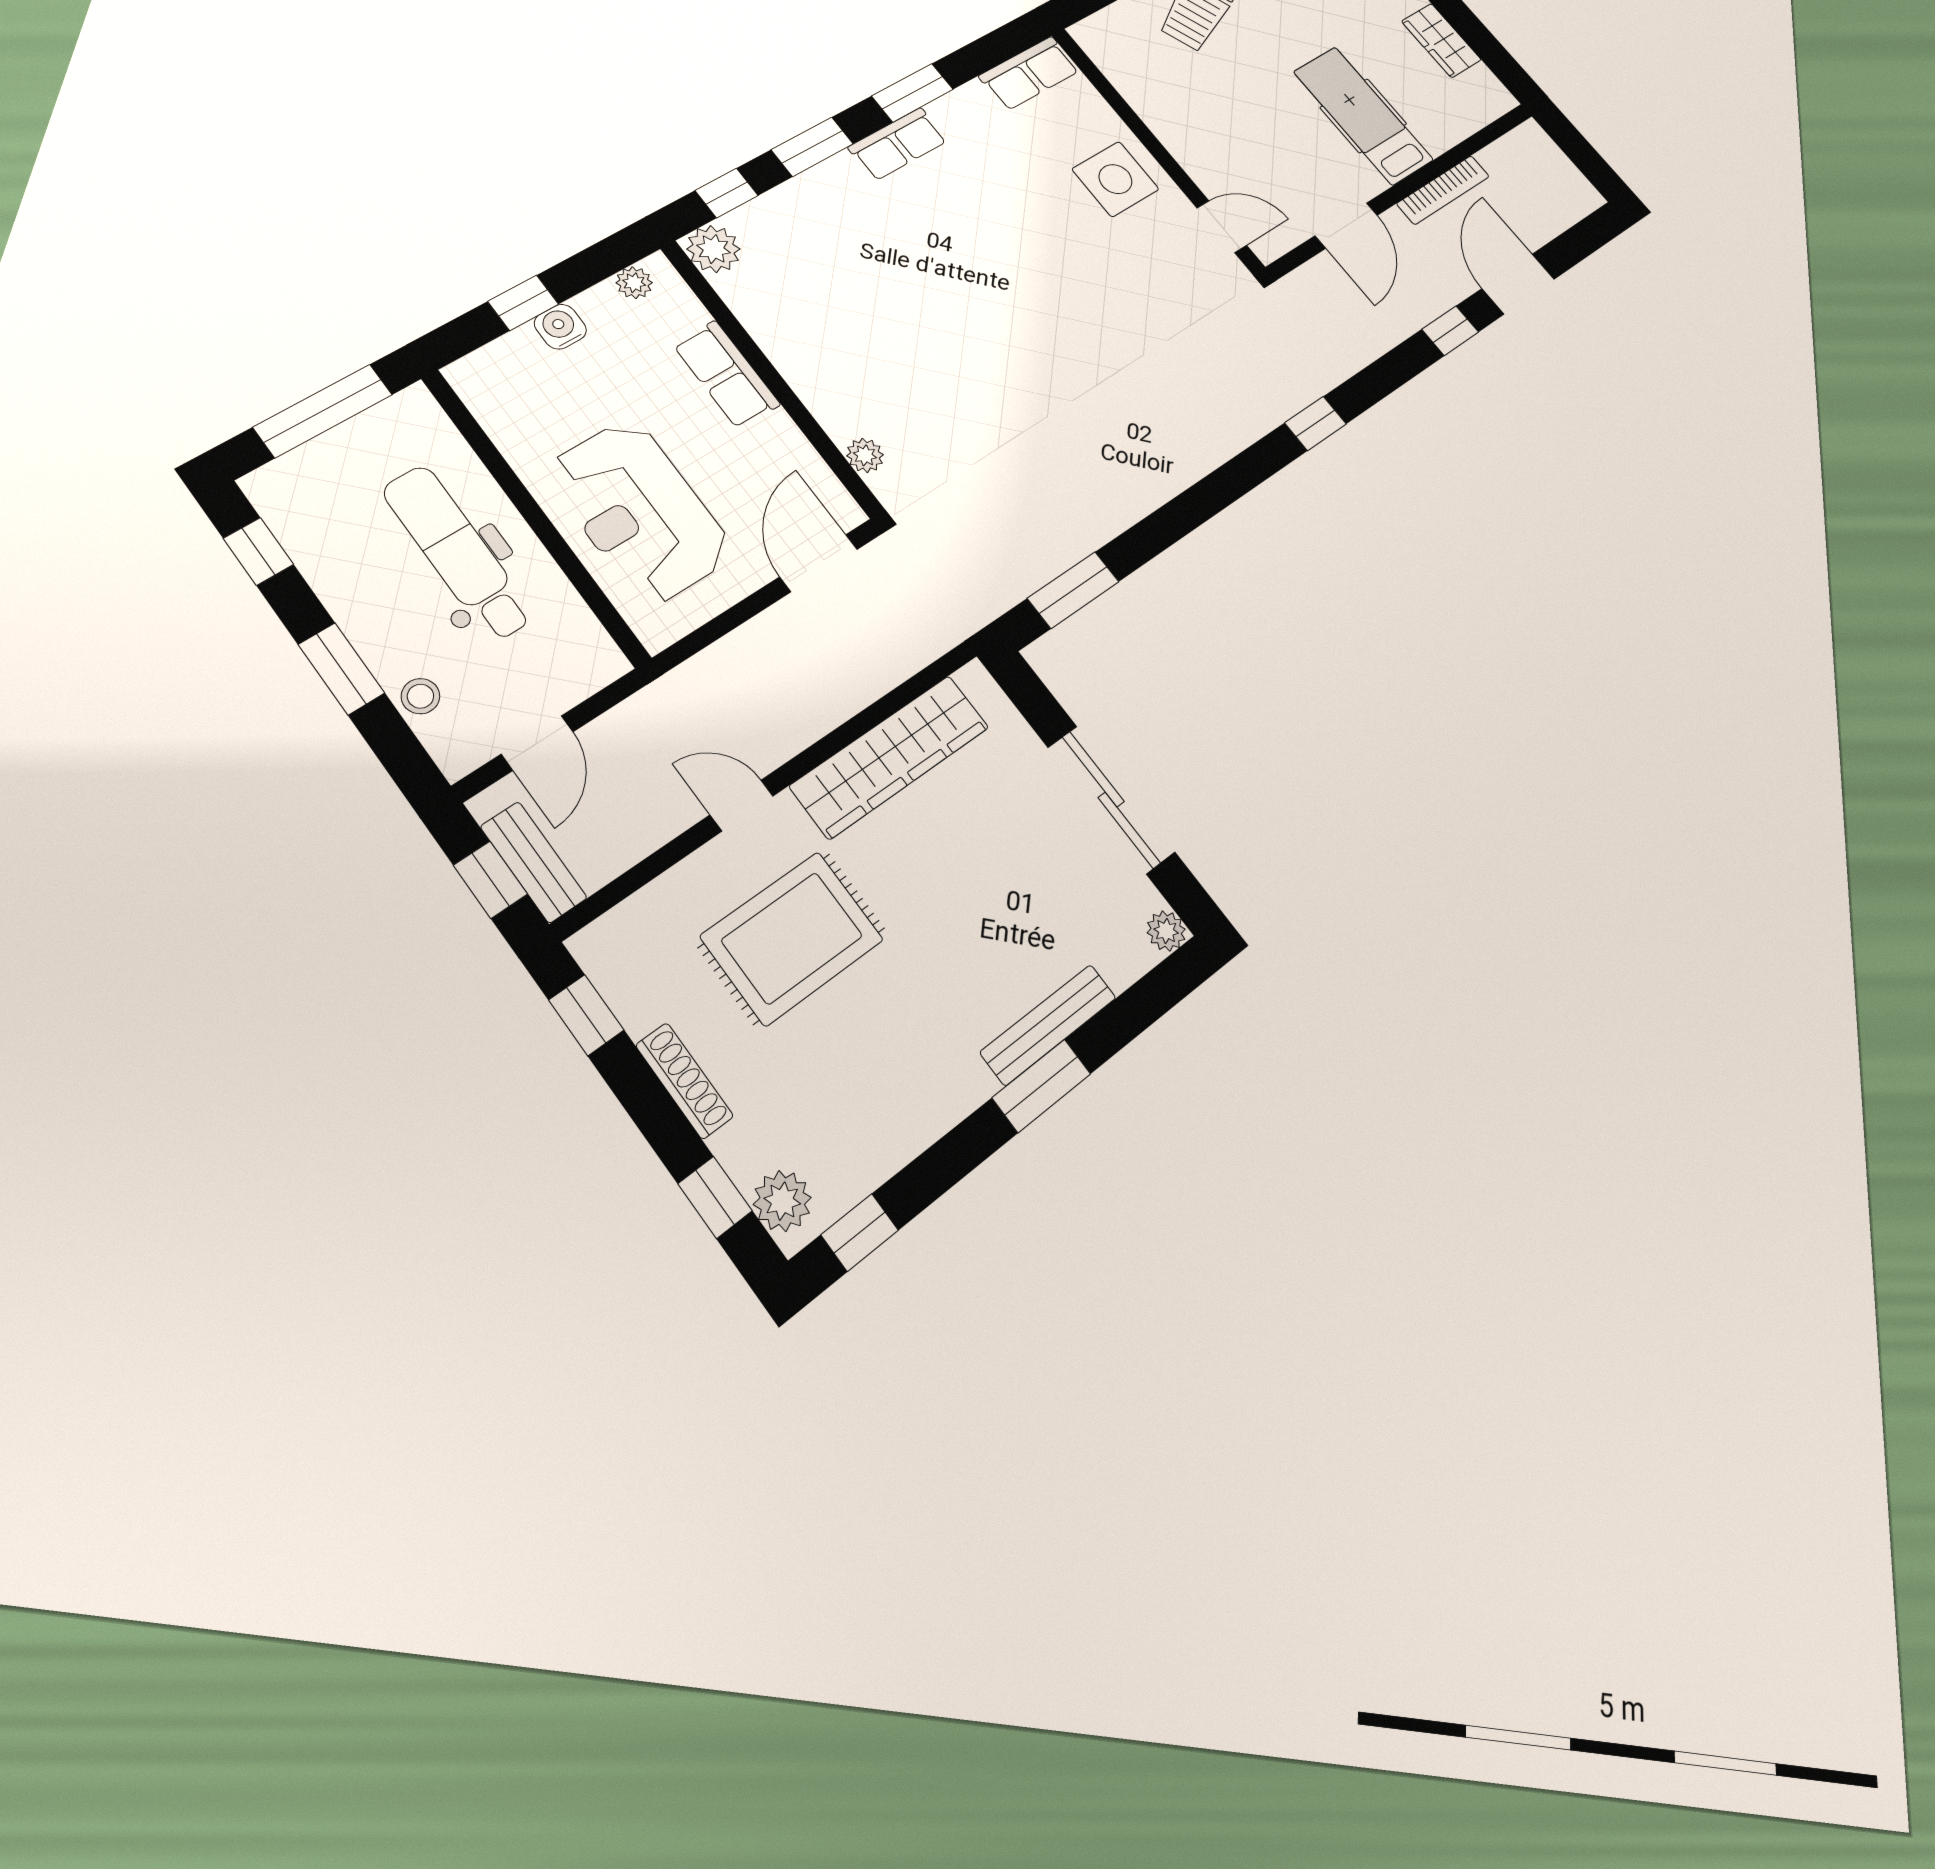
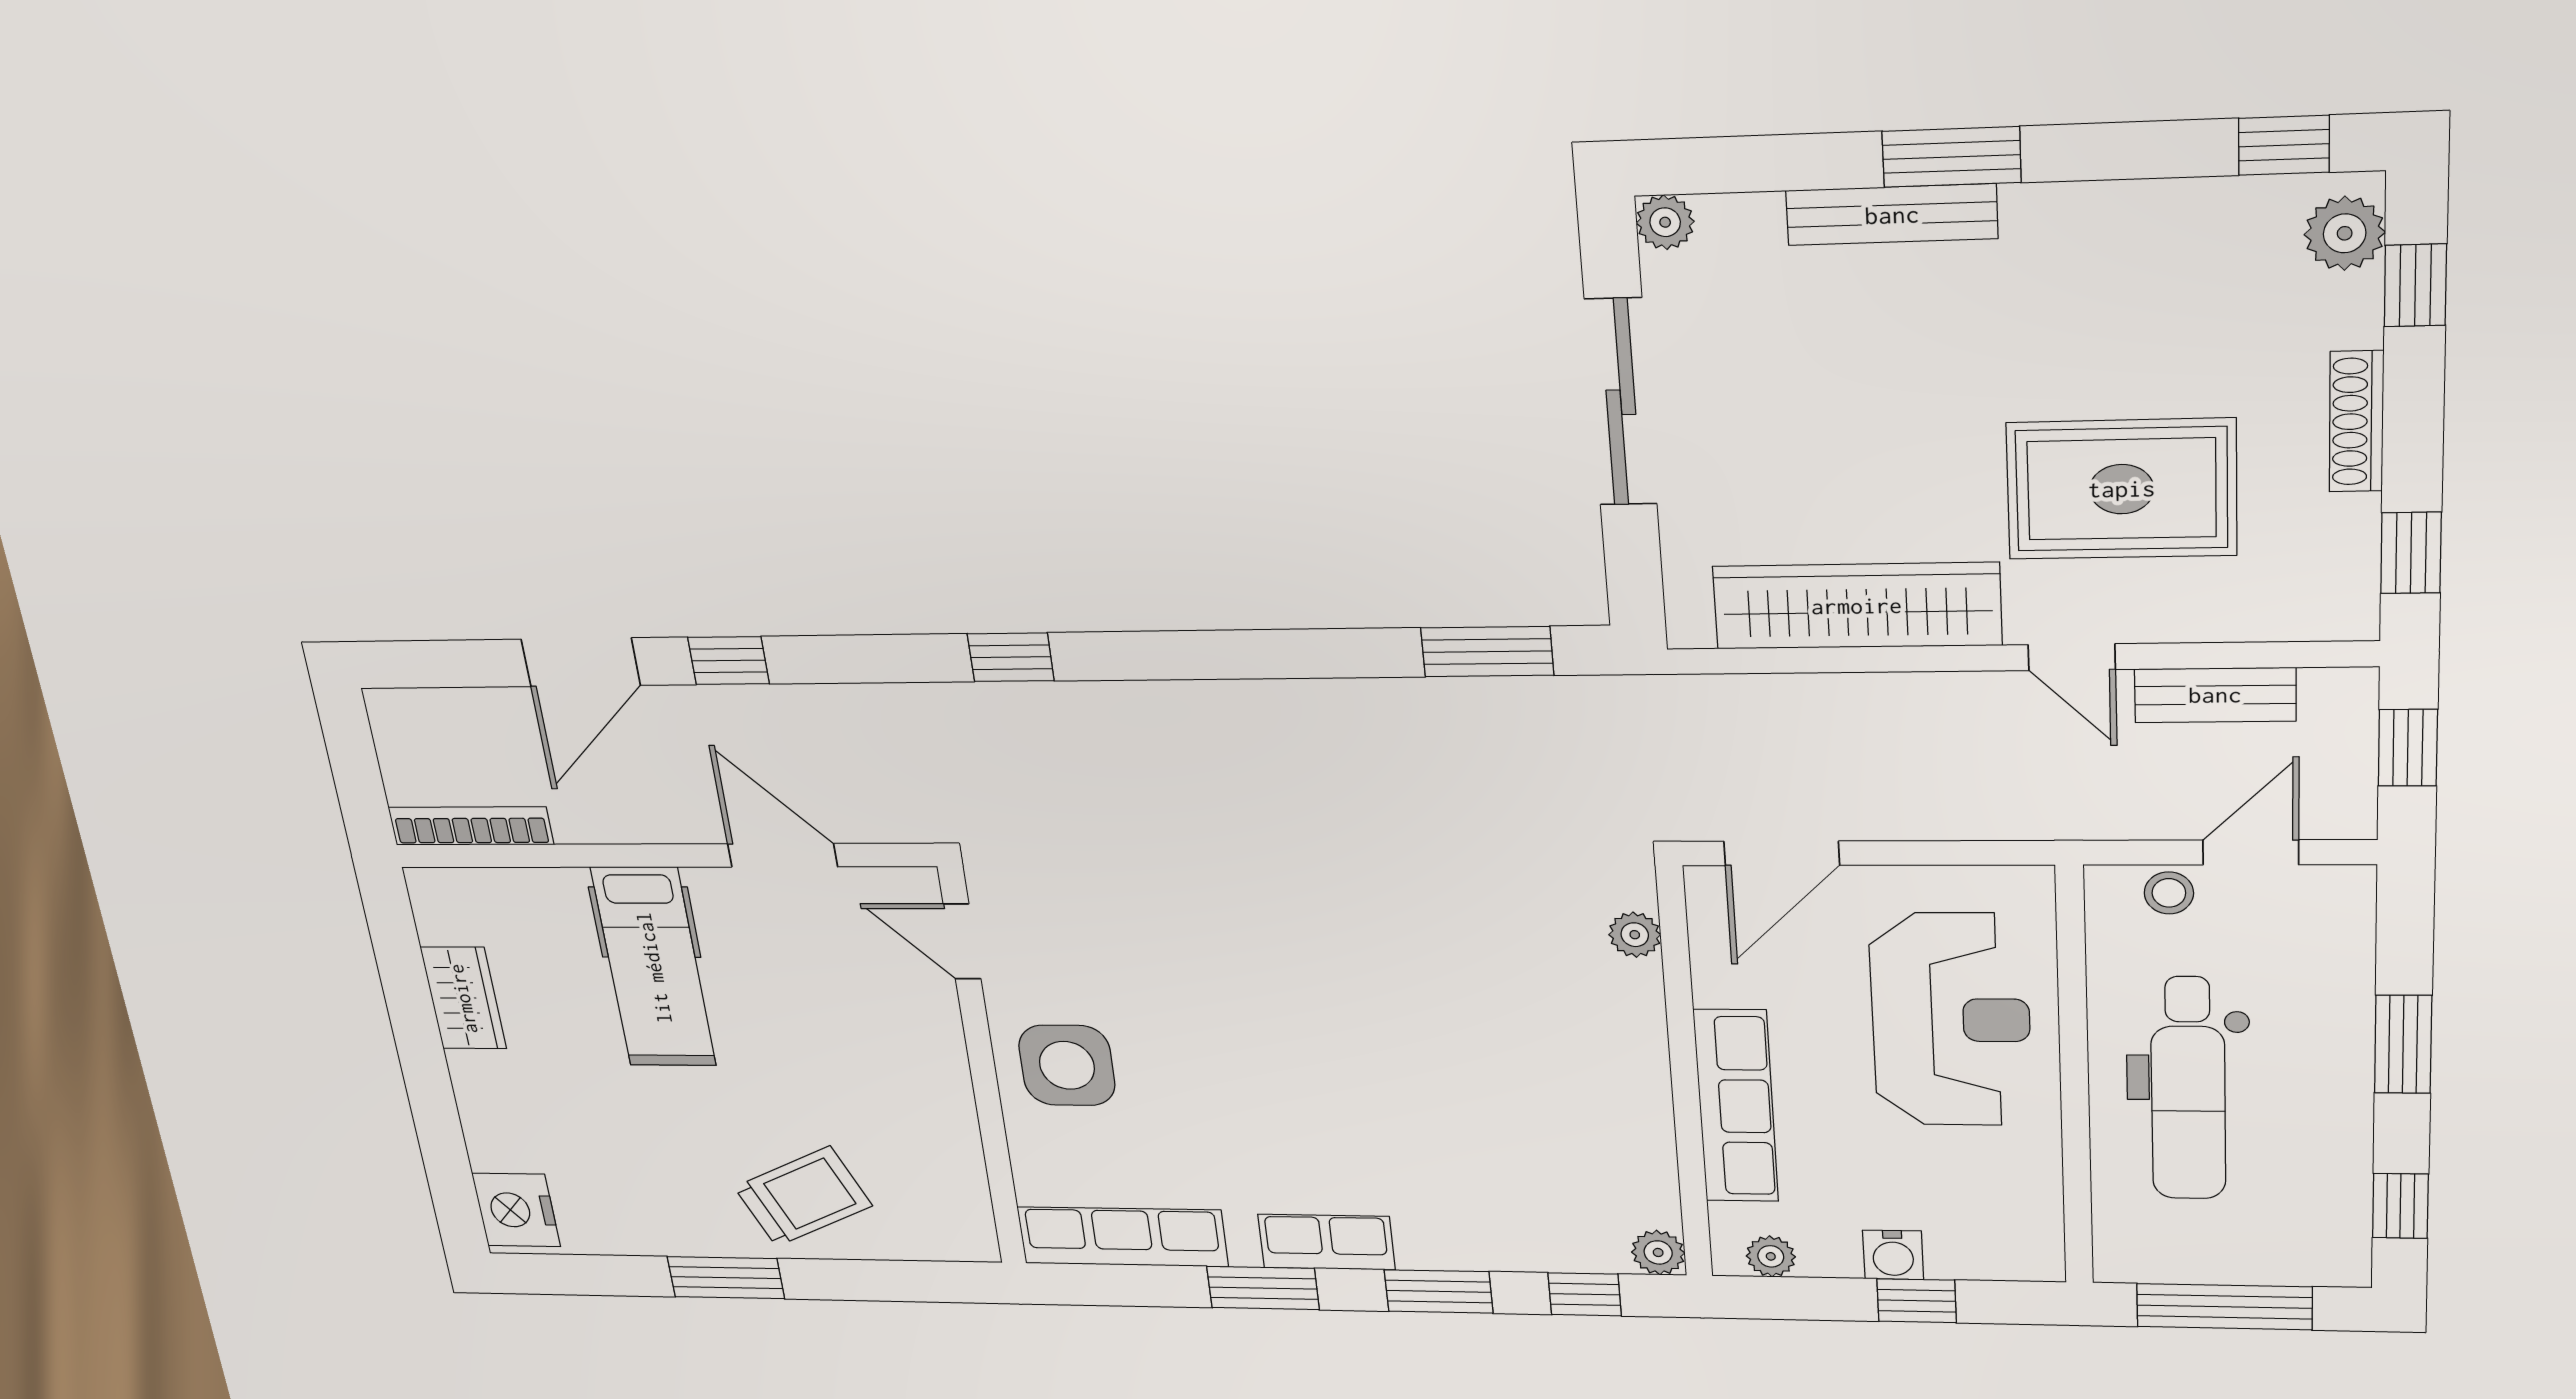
row of seats: (1029, 73) -> (1123, 1237), width x1.48
bookcase: (1443, 190) -> (471, 826), moved
door: (1346, 226) -> (783, 855), hinge flipped
plant: (714, 249) -> (1658, 1252), width x0.73, depth x0.73
row of seats: (727, 375) -> (1736, 1106), width x1.48
stool: (420, 696) -> (2169, 893), moved
bench: (534, 862) -> (2215, 695), moved, turned 90

